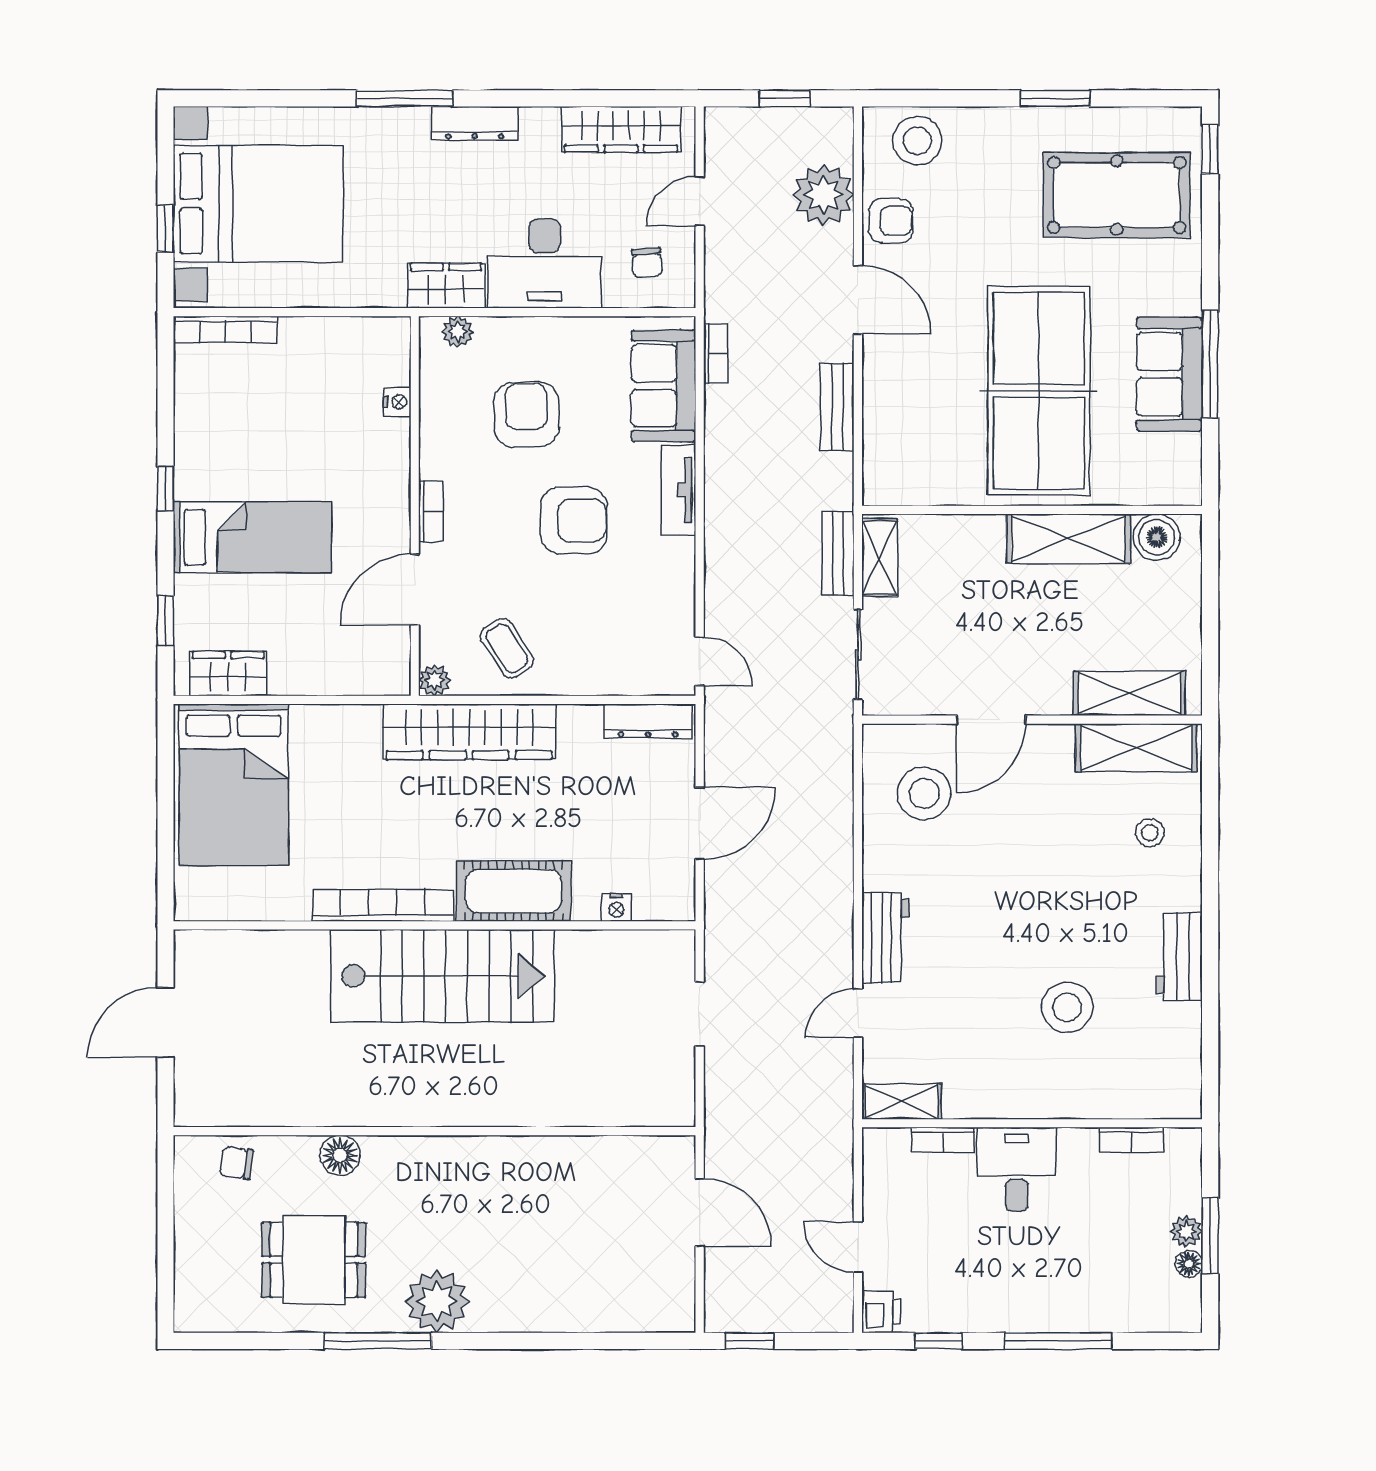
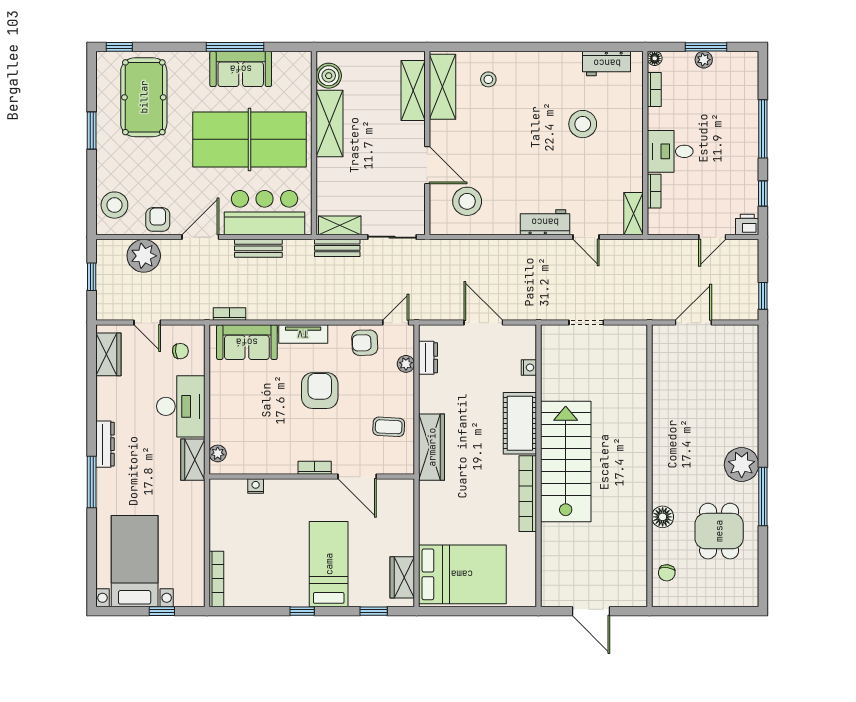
wardrobe: (621, 129) -> (108, 354), width x0.67
bed with nightstands: (258, 204) -> (135, 561), width x0.73
armchair: (527, 414) -> (365, 343), moved, width x0.72, depth x0.72
bar counter: (903, 418) -> (265, 213), added
coffee table: (507, 648) -> (389, 427), turned 36
plant: (434, 680) -> (406, 364), moved
dresser: (648, 721) -> (428, 358), width x0.70
wardrobe: (469, 732) -> (432, 447), width x0.71, depth x0.85
workbench: (1179, 957) -> (607, 63), moved
floor lamp: (1189, 1264) -> (655, 58), moved

